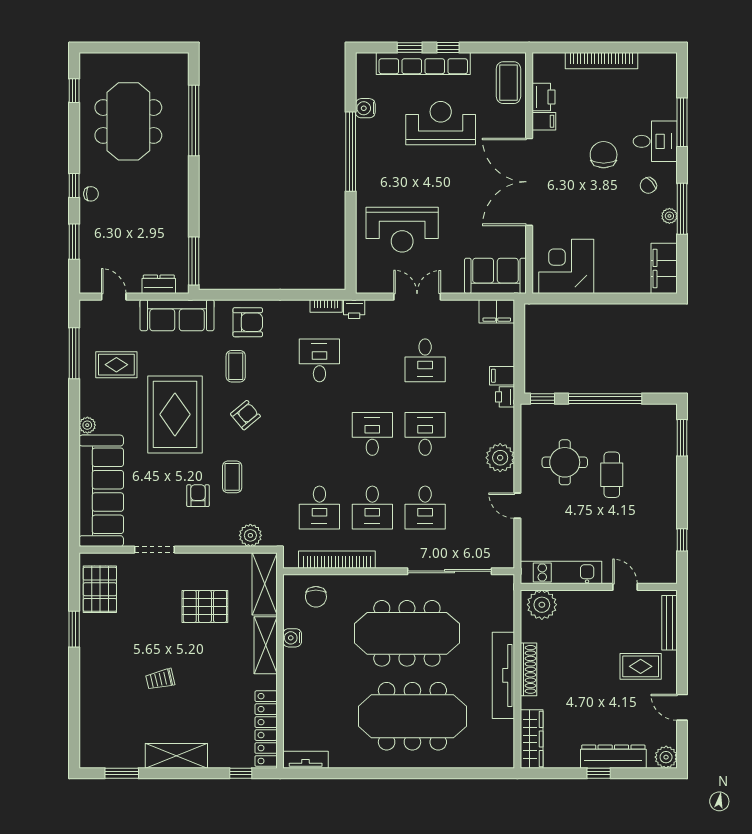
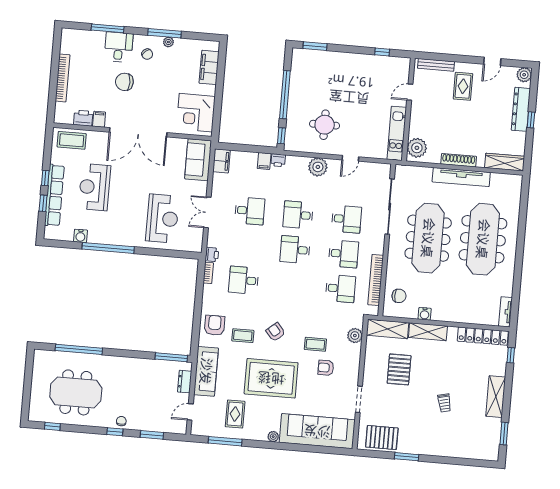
filing cabinet: (664, 268) -> (209, 67), moved, turned 90
cafe table: (612, 475) -> (335, 94), removed

